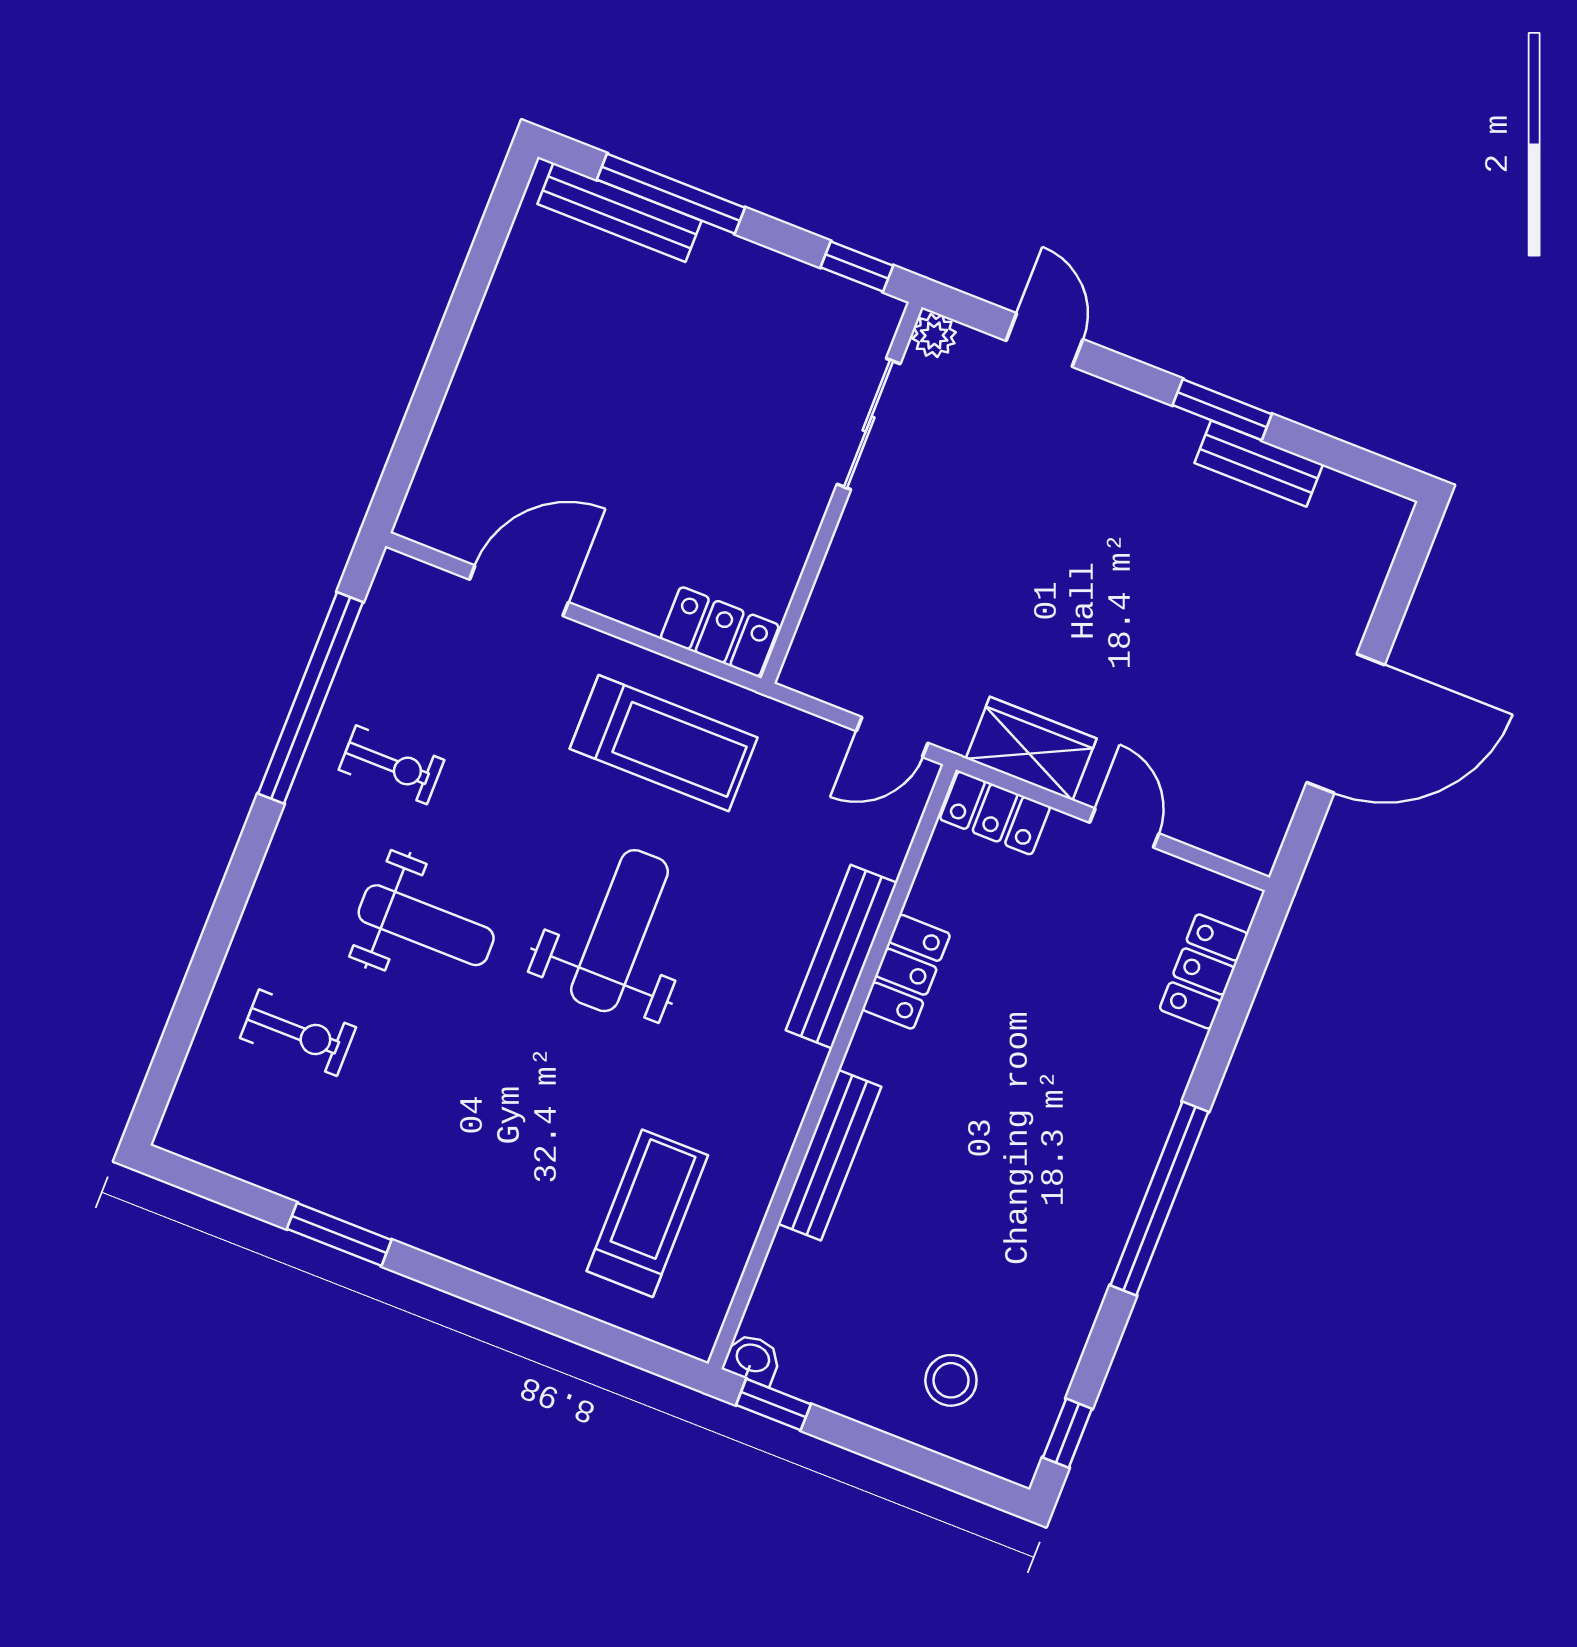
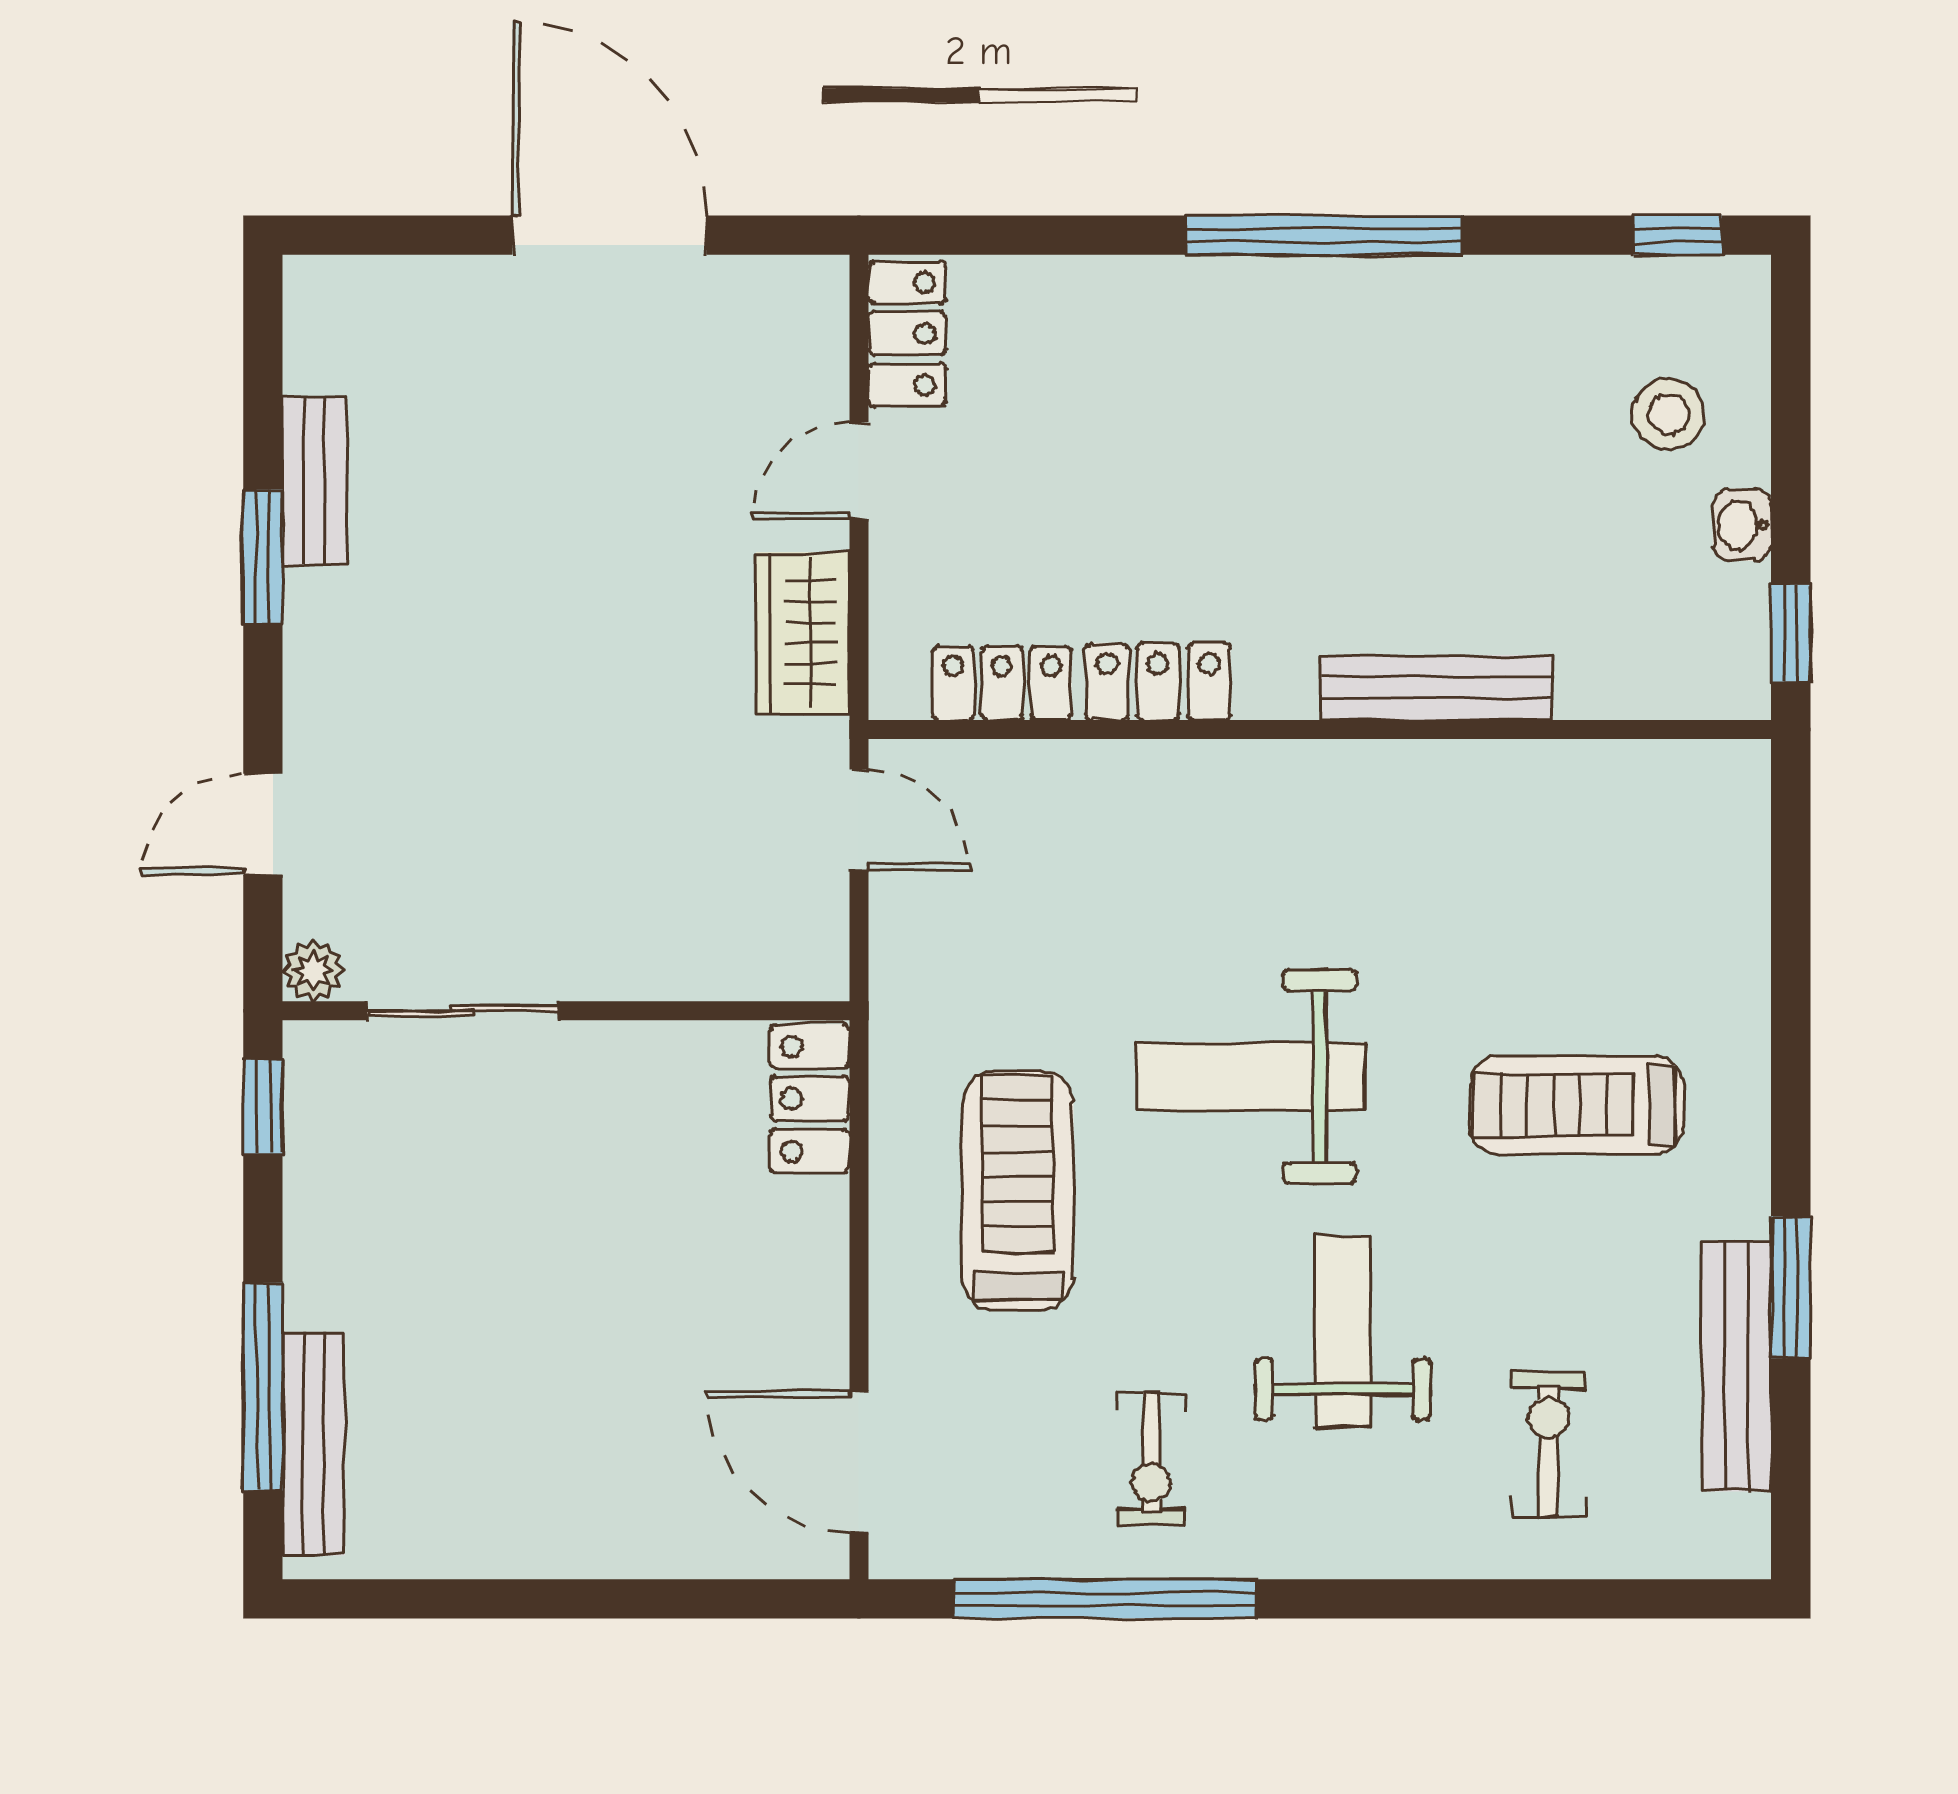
door: (519, 591) -> (859, 1462), moved
treadmill: (664, 743) -> (1018, 1190), moved
exercise bike: (392, 765) -> (1151, 1459), turned 180
locker: (995, 813) -> (1002, 683), moved, turned -90
bench: (841, 957) -> (1736, 1366), moved, turned 90
locker: (1204, 971) -> (907, 334), moved, turned -90
treadmill: (647, 1213) -> (1577, 1105), moved
washbasin: (752, 1359) -> (1742, 525), moved

